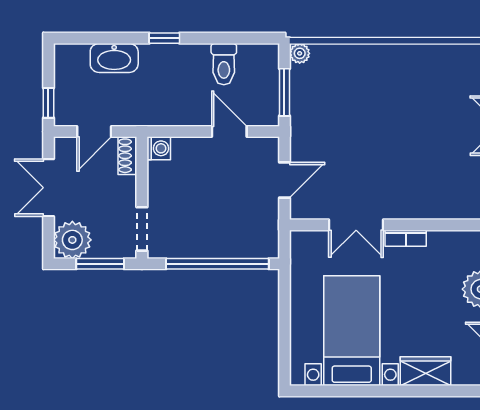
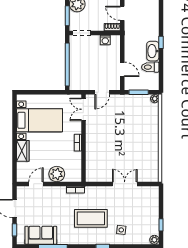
washbasin: (114, 58) -> (153, 51), moved
door: (229, 132) -> (122, 69), hinge flipped
washing machine: (159, 148) -> (105, 40), moved
door: (284, 180) -> (102, 92), hinge flipped
double door: (356, 225) -> (83, 109), moved

